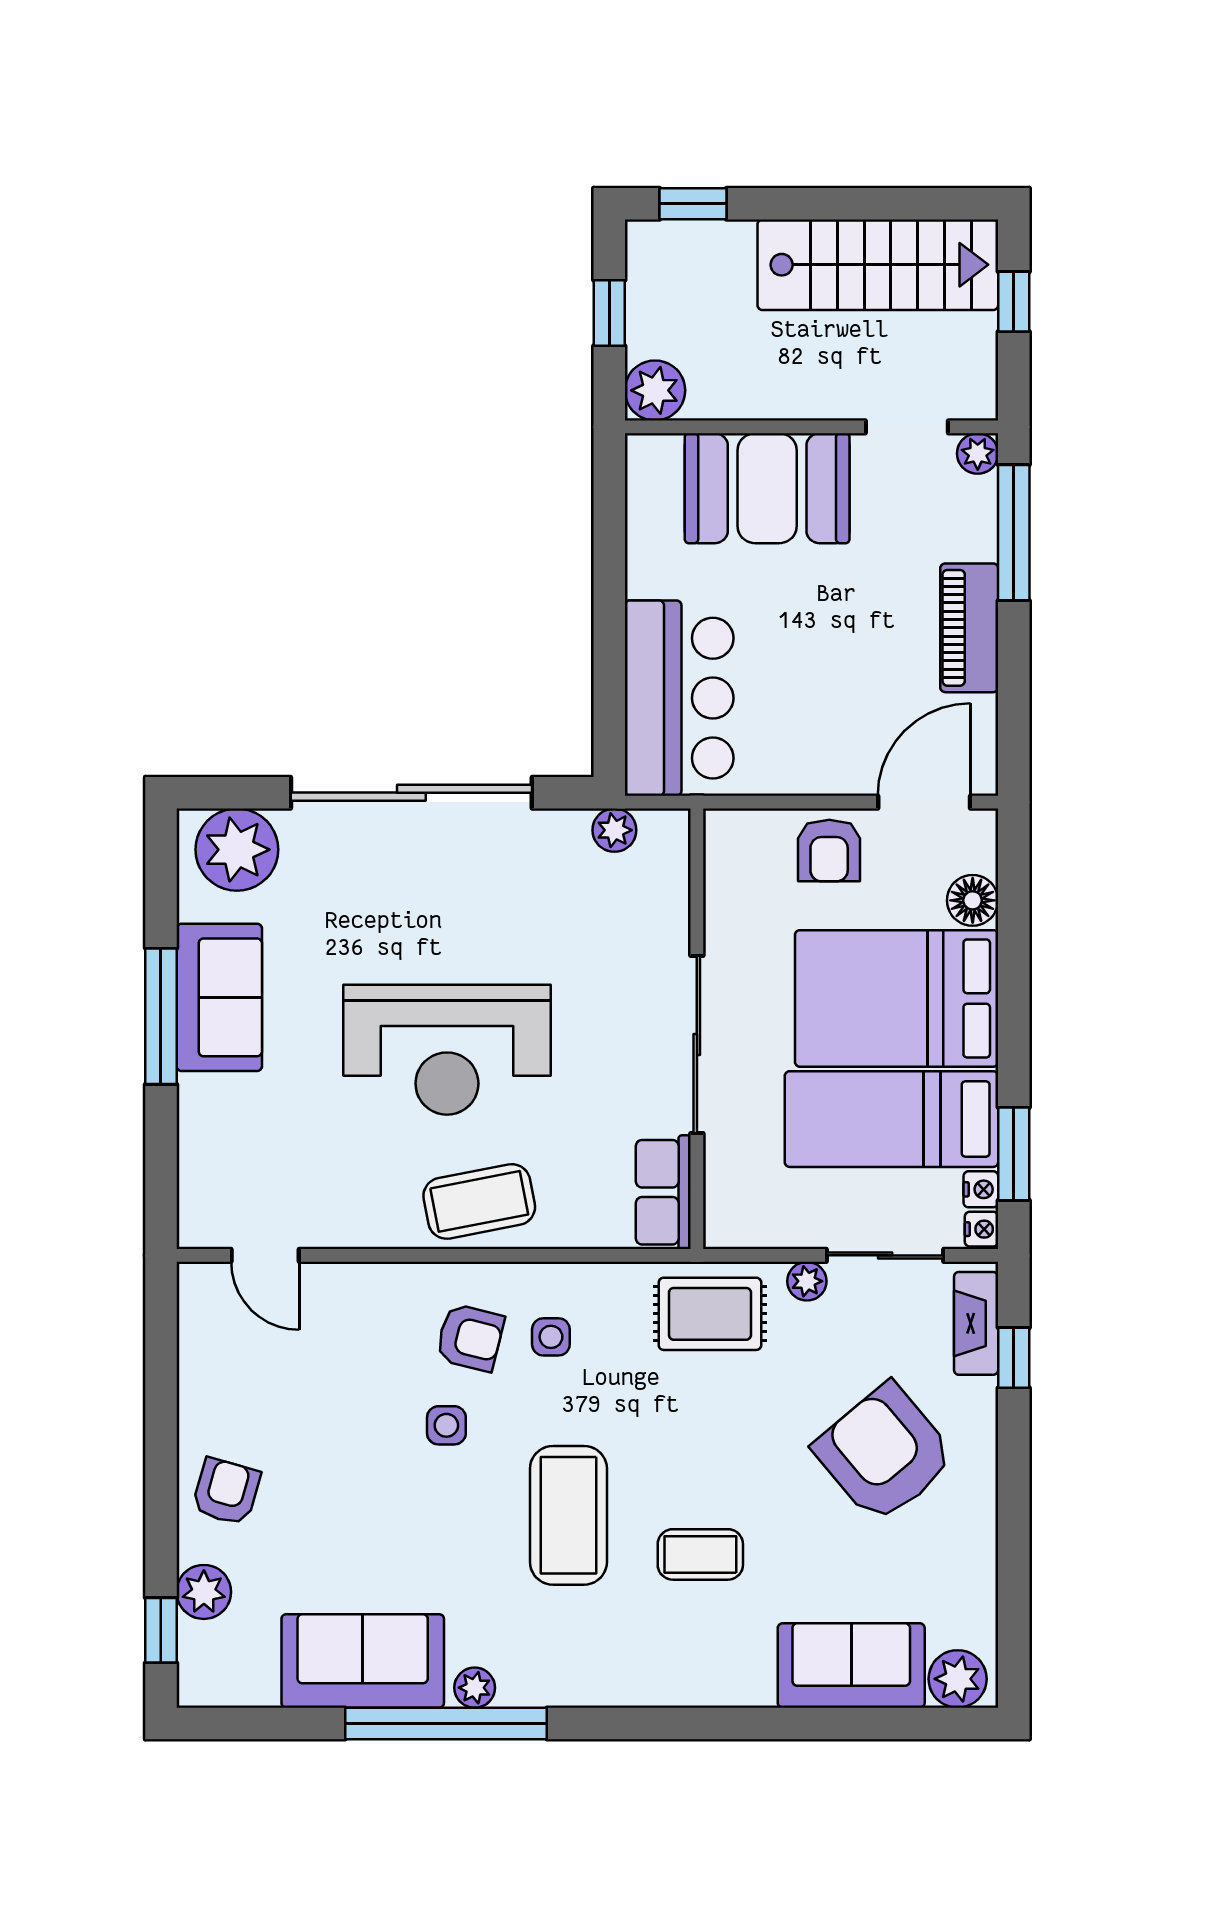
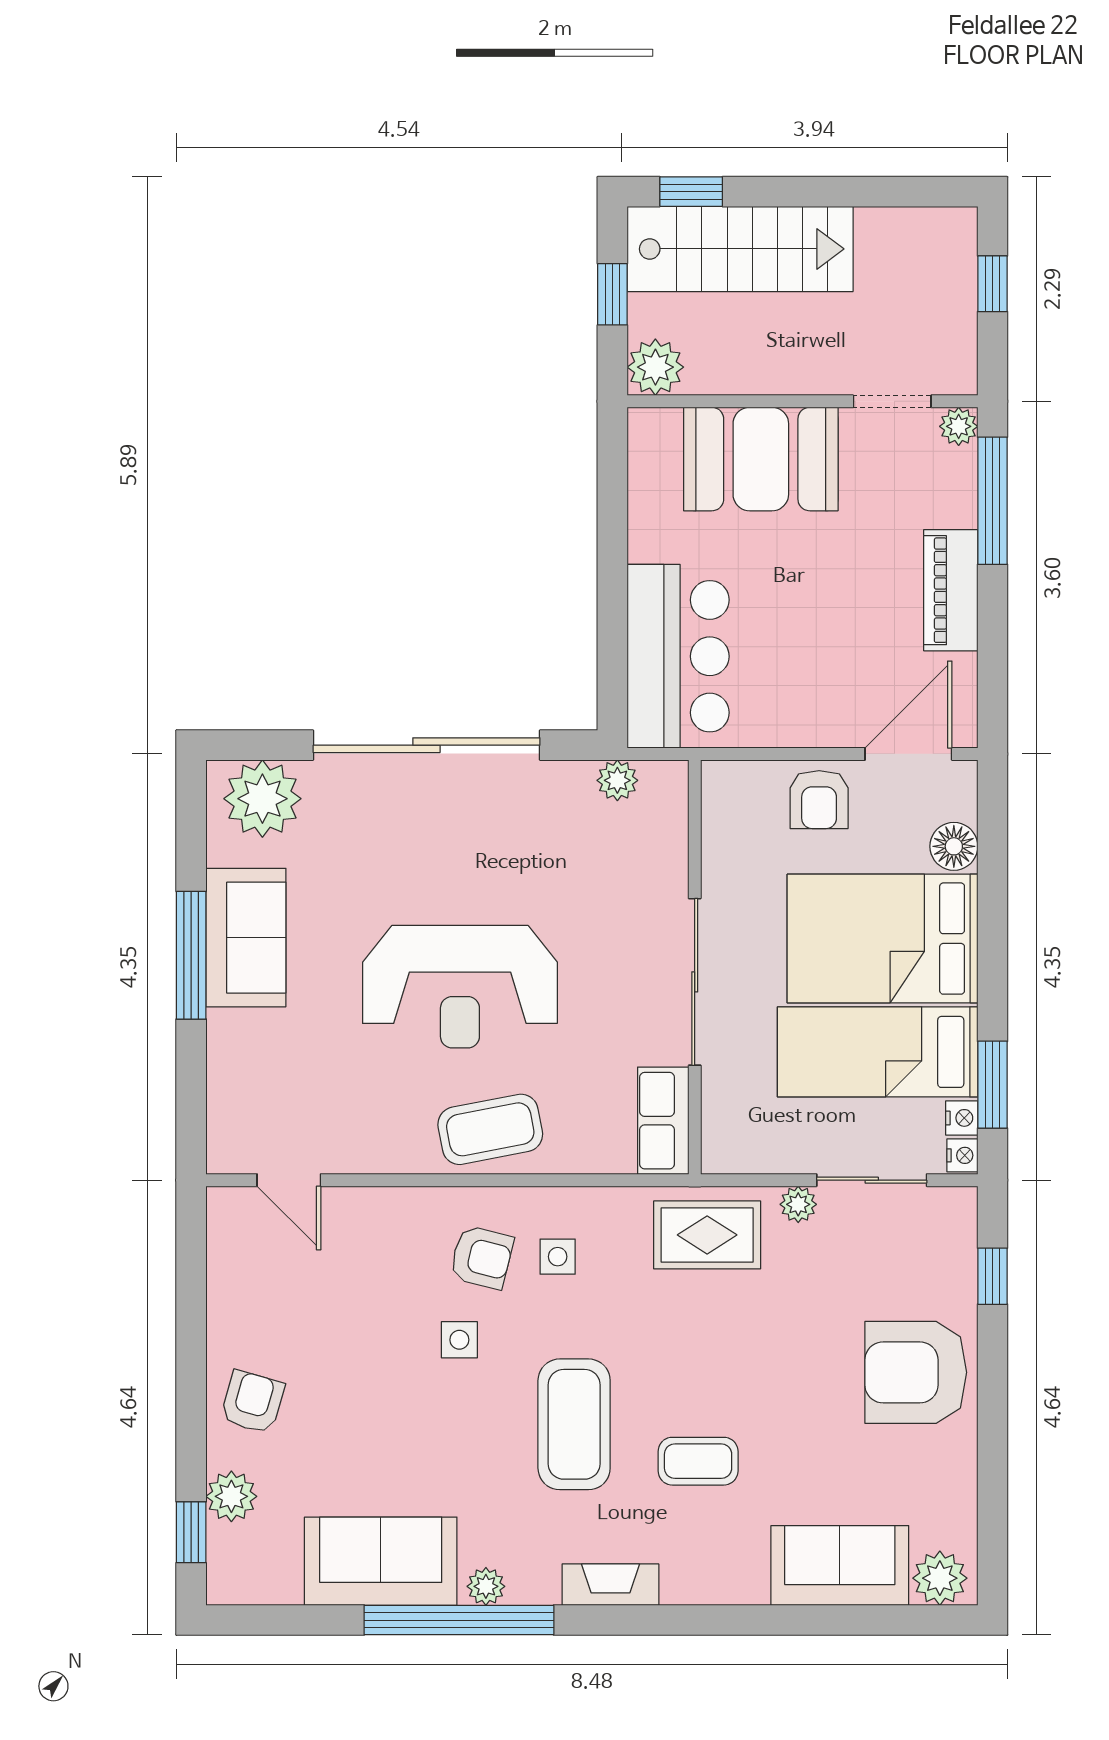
stairs: (878, 265) -> (740, 249), moved
fireplace: (976, 1323) -> (610, 1585), moved, turned 90
armchair: (884, 1453) -> (916, 1372), moved, turned -50

